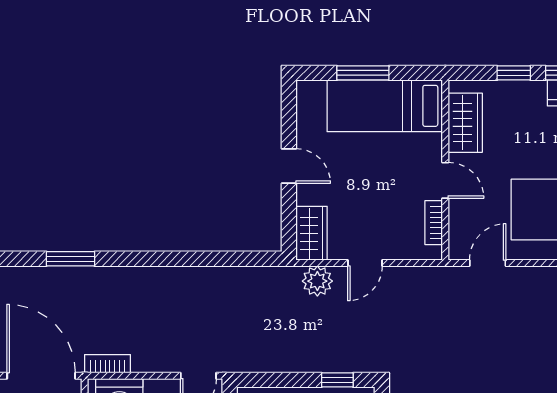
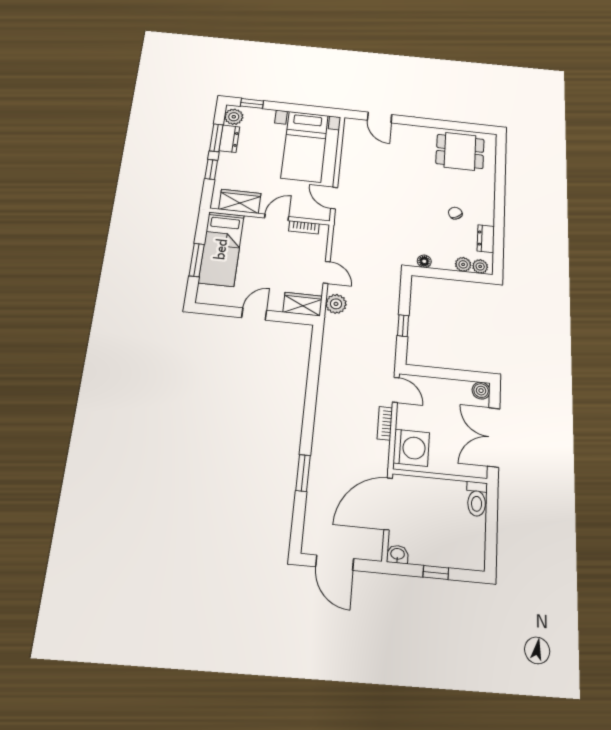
bookcase: (107, 364) -> (385, 423), moved
window: (337, 380) -> (403, 326), moved

